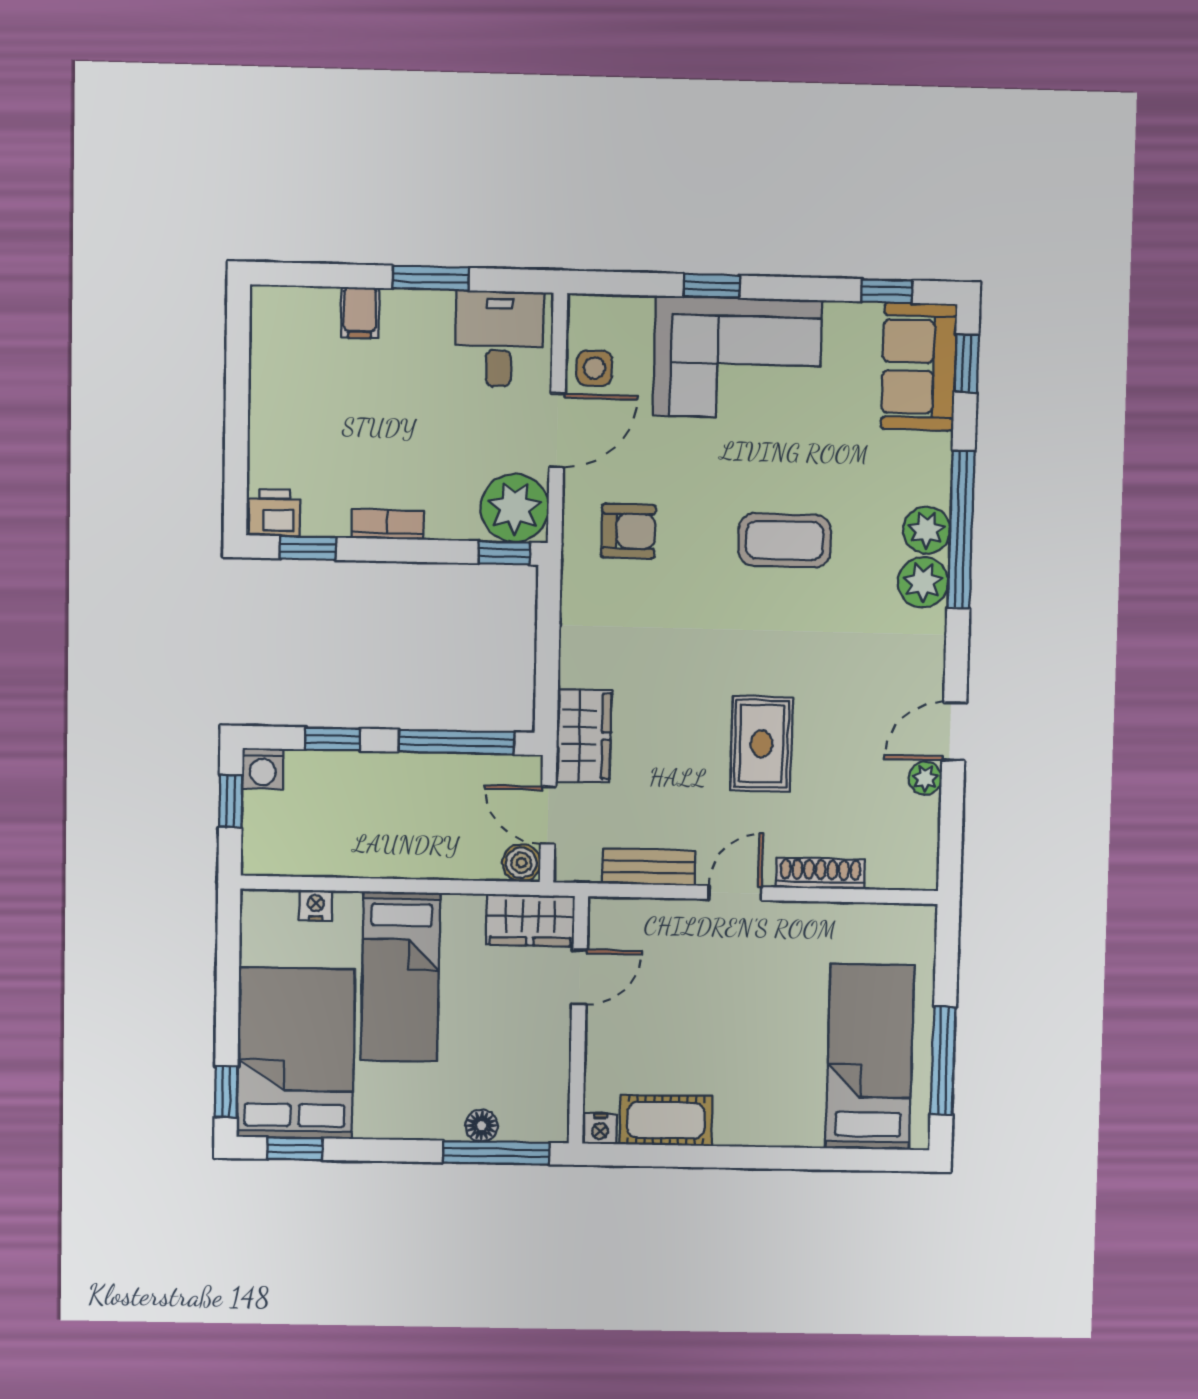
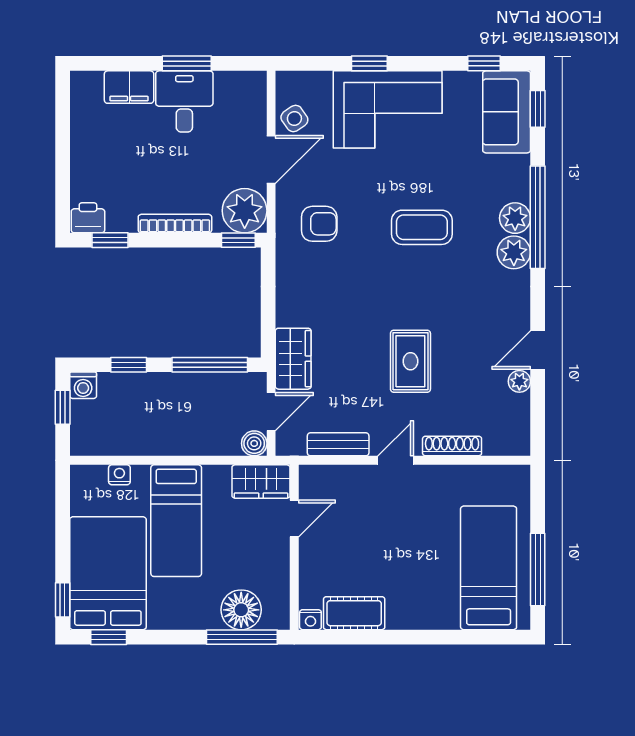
filing cabinet: (360, 313) -> (129, 87), width x2.00
desk: (499, 339) -> (184, 101), moved
side table: (594, 368) -> (294, 119), turned -35
bookcase: (387, 524) -> (175, 224), width x1.56
door: (548, 815) -> (271, 412), swing flipped
floor lamp: (482, 1126) -> (241, 610), width x1.89, depth x1.89

